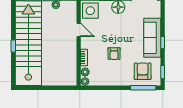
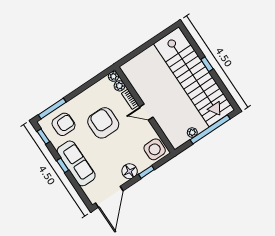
door: (79, 30) -> (146, 112), moved
armchair: (114, 54) -> (103, 123), width x1.88, depth x1.88
armchair: (143, 71) -> (64, 124), turned -90

